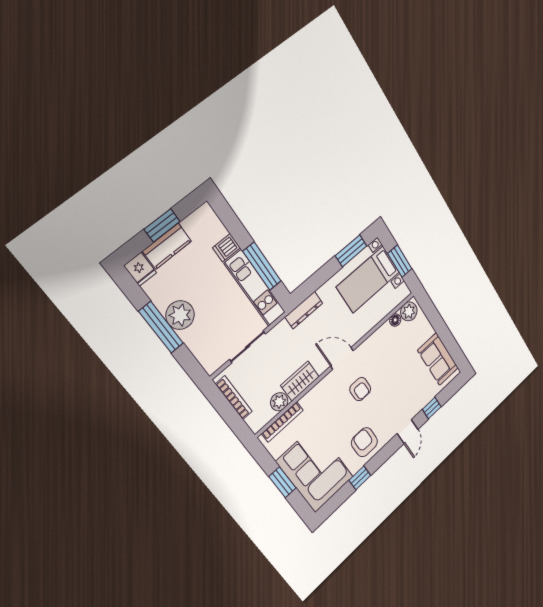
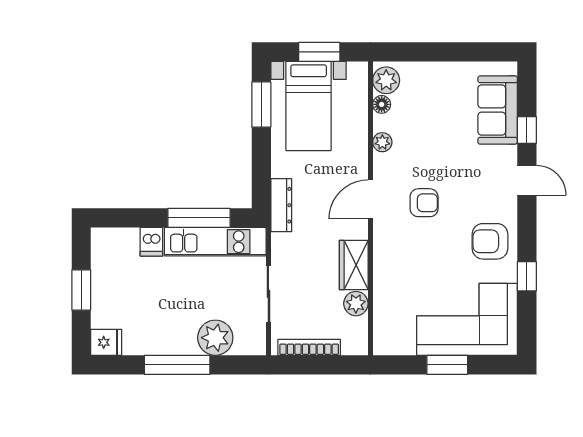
kitchen counter: (167, 246) -> (104, 300), removed
plant: (180, 315) -> (215, 338), moved
plant: (376, 338) -> (382, 142), added
sofa: (438, 359) -> (498, 110), moved, turned 90
bookcase: (282, 422) -> (381, 316), removed

